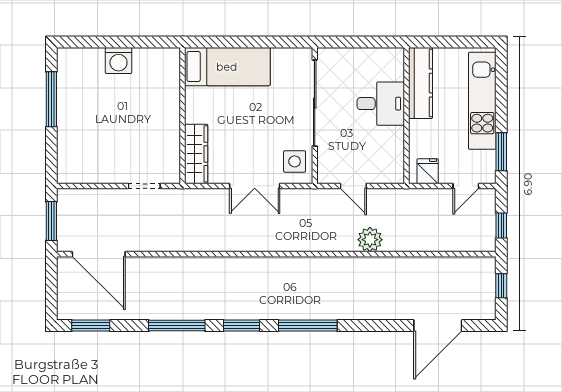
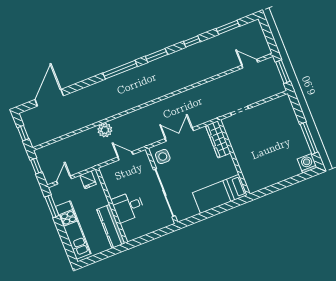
washing machine: (119, 60) -> (307, 163), moved
door: (99, 254) -> (250, 64), width x0.53
window: (91, 326) -> (228, 27), moved
window: (177, 326) -> (192, 42), width x0.46

